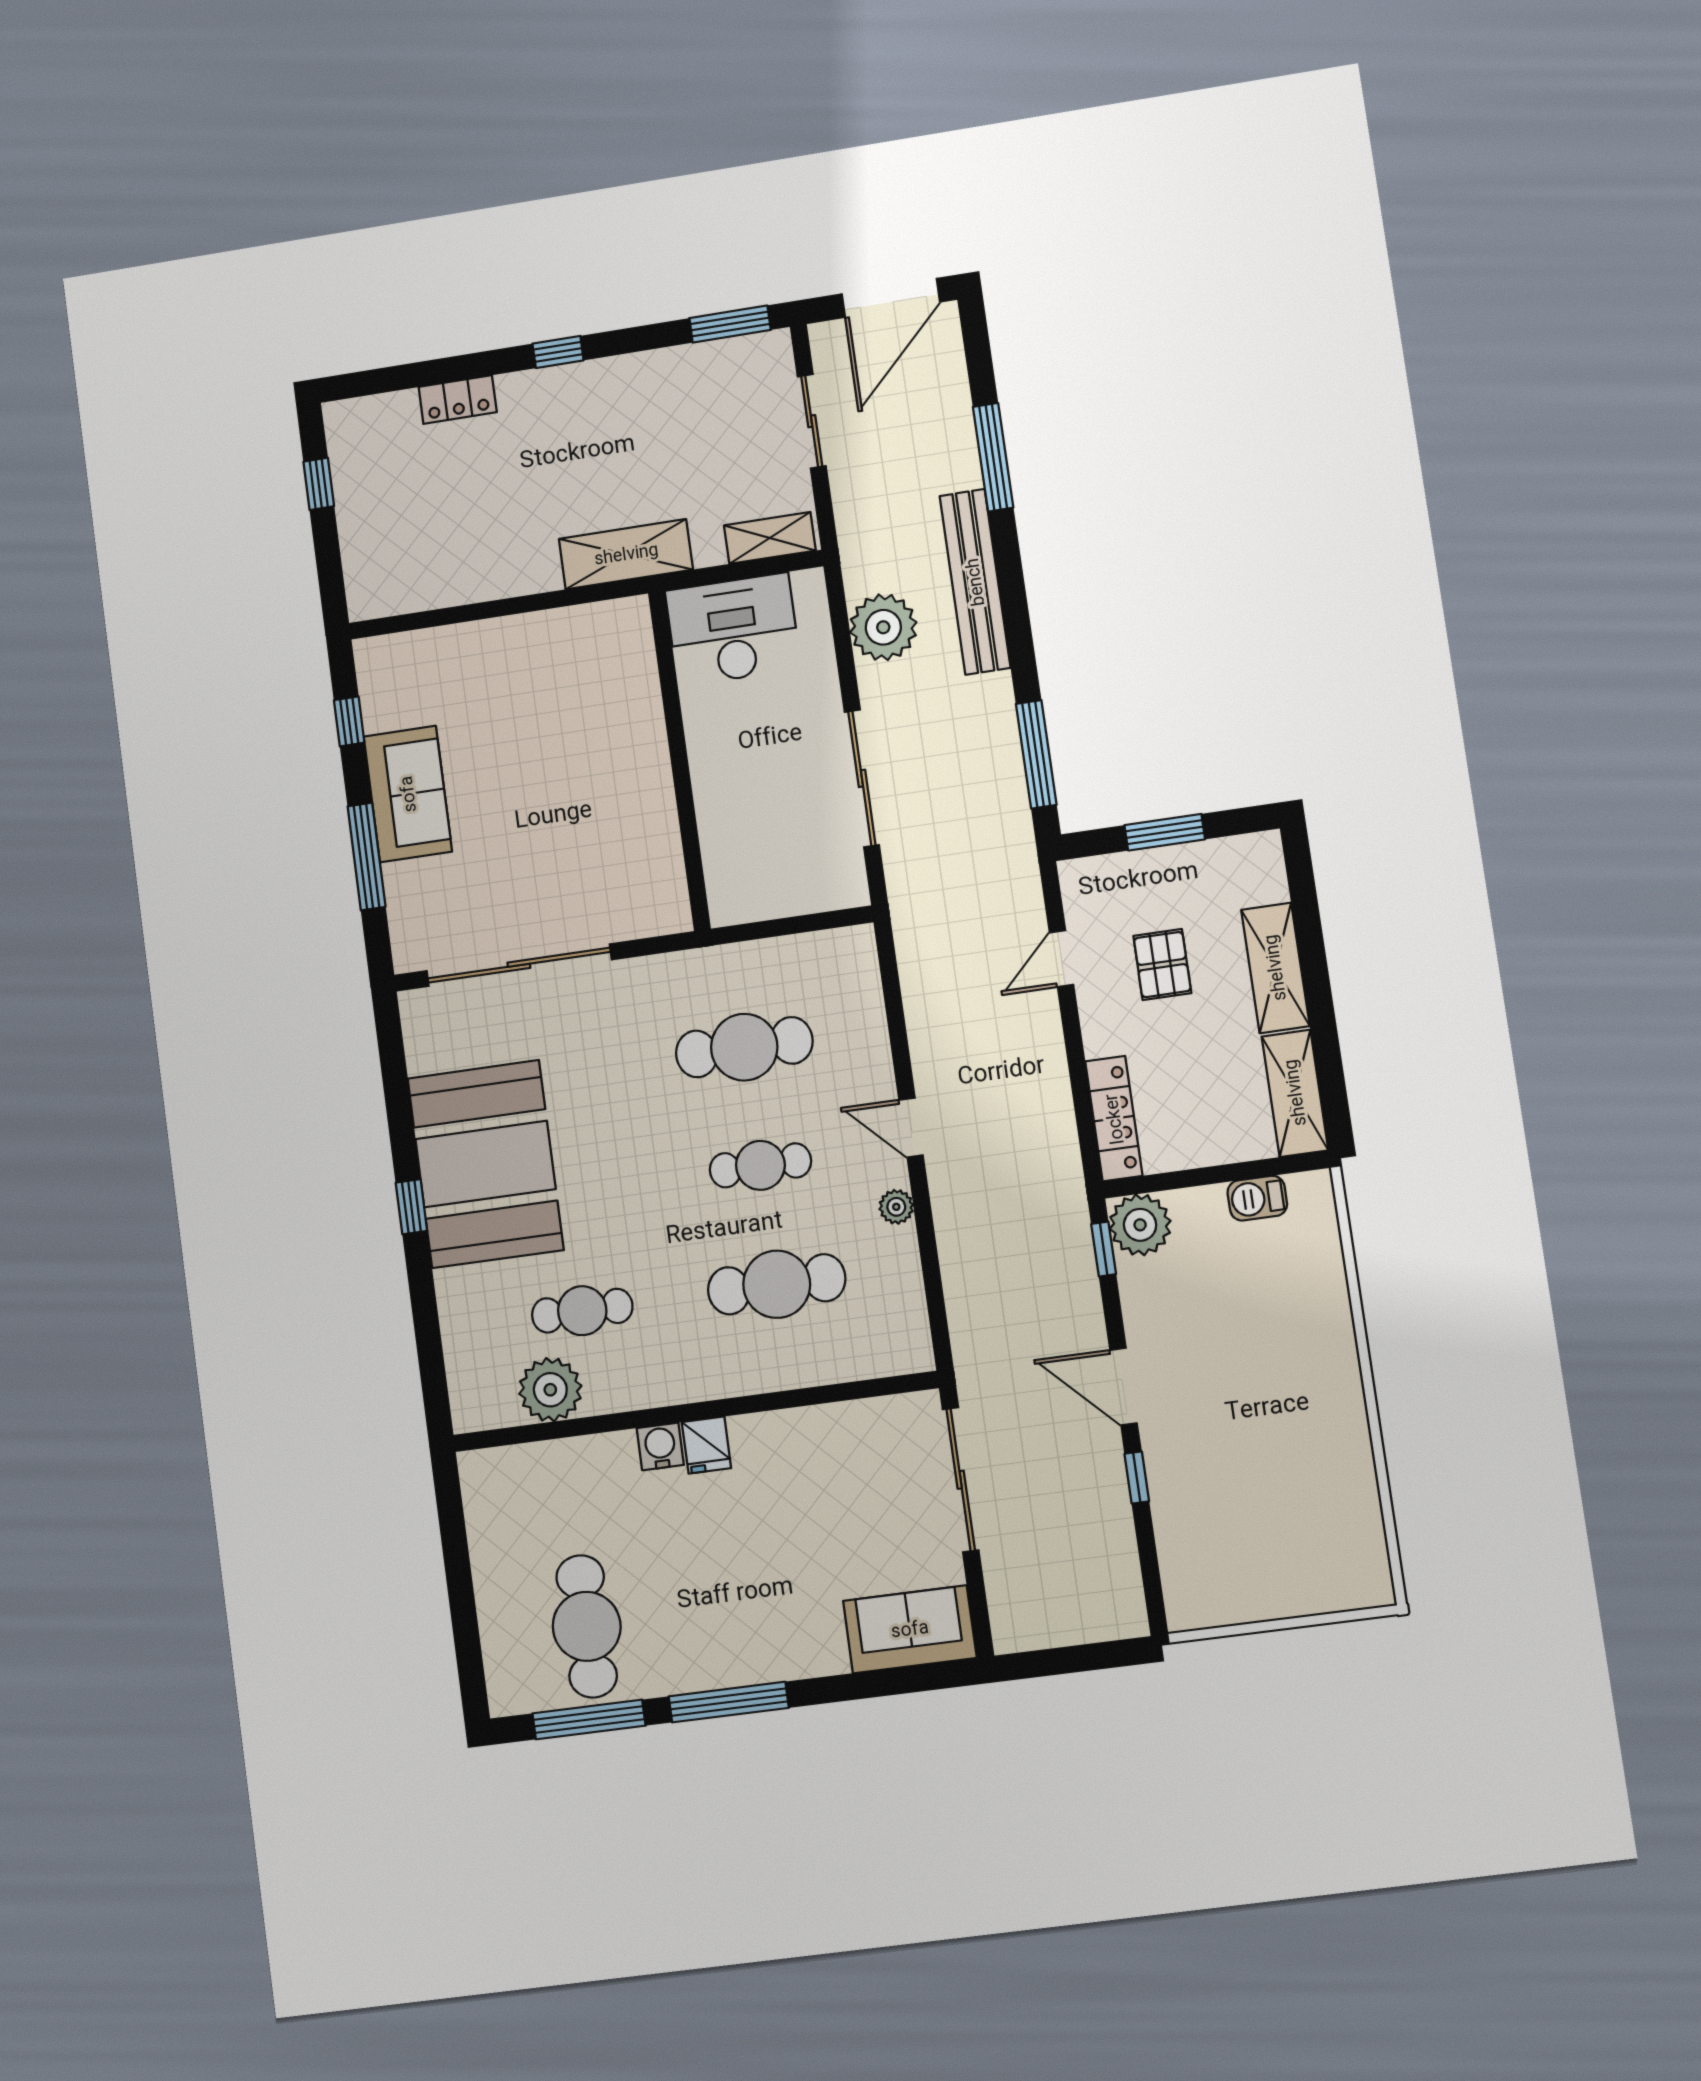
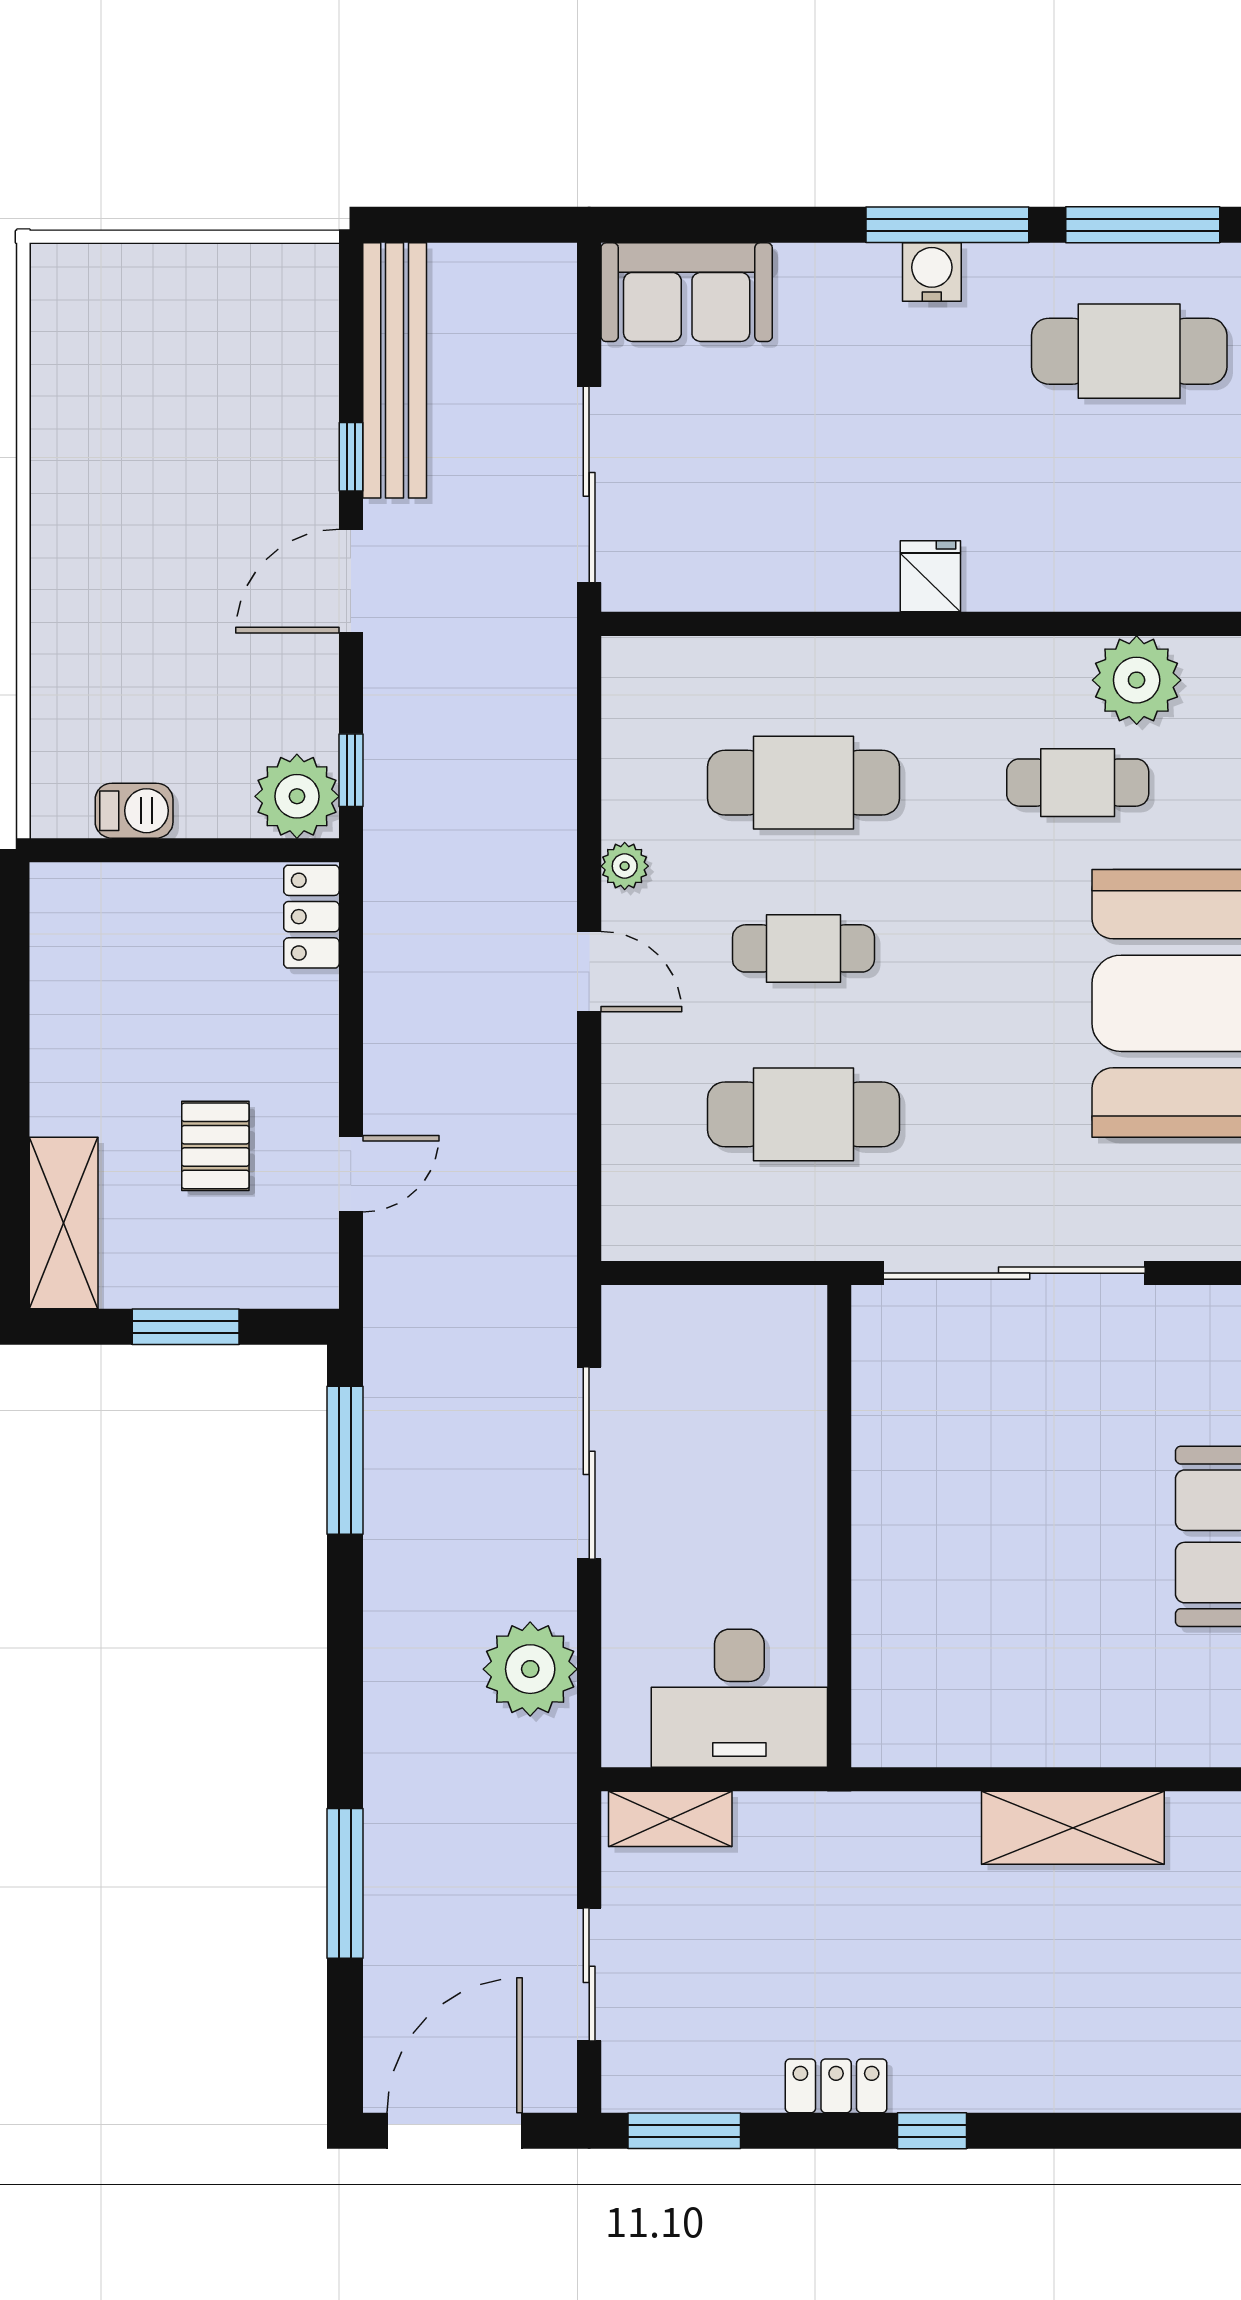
locker: (458, 399) -> (836, 2086), moved
shelving: (626, 554) -> (1073, 1828), moved
bench: (975, 582) -> (395, 370), moved
sliding door: (519, 965) -> (1014, 1273), moved
shelving: (1275, 968) -> (64, 1223), moved
shelving: (1295, 1093) -> (63, 945), removed
locker: (1114, 1119) -> (311, 917), width x0.66
door: (1124, 1387) -> (351, 581), swing flipped
water cooler: (660, 1446) -> (932, 272), moved, turned 180
cafe table: (587, 1626) -> (1129, 351), turned 90

